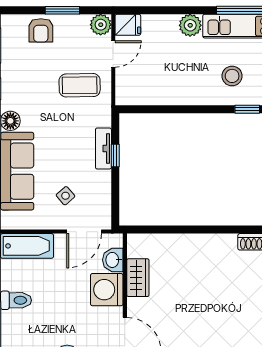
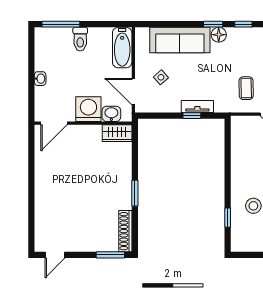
coffee table: (80, 85) -> (246, 88), width x0.73, depth x0.77
window: (216, 230) -> (135, 193), added
wardrobe: (138, 278) -> (117, 133), moved

